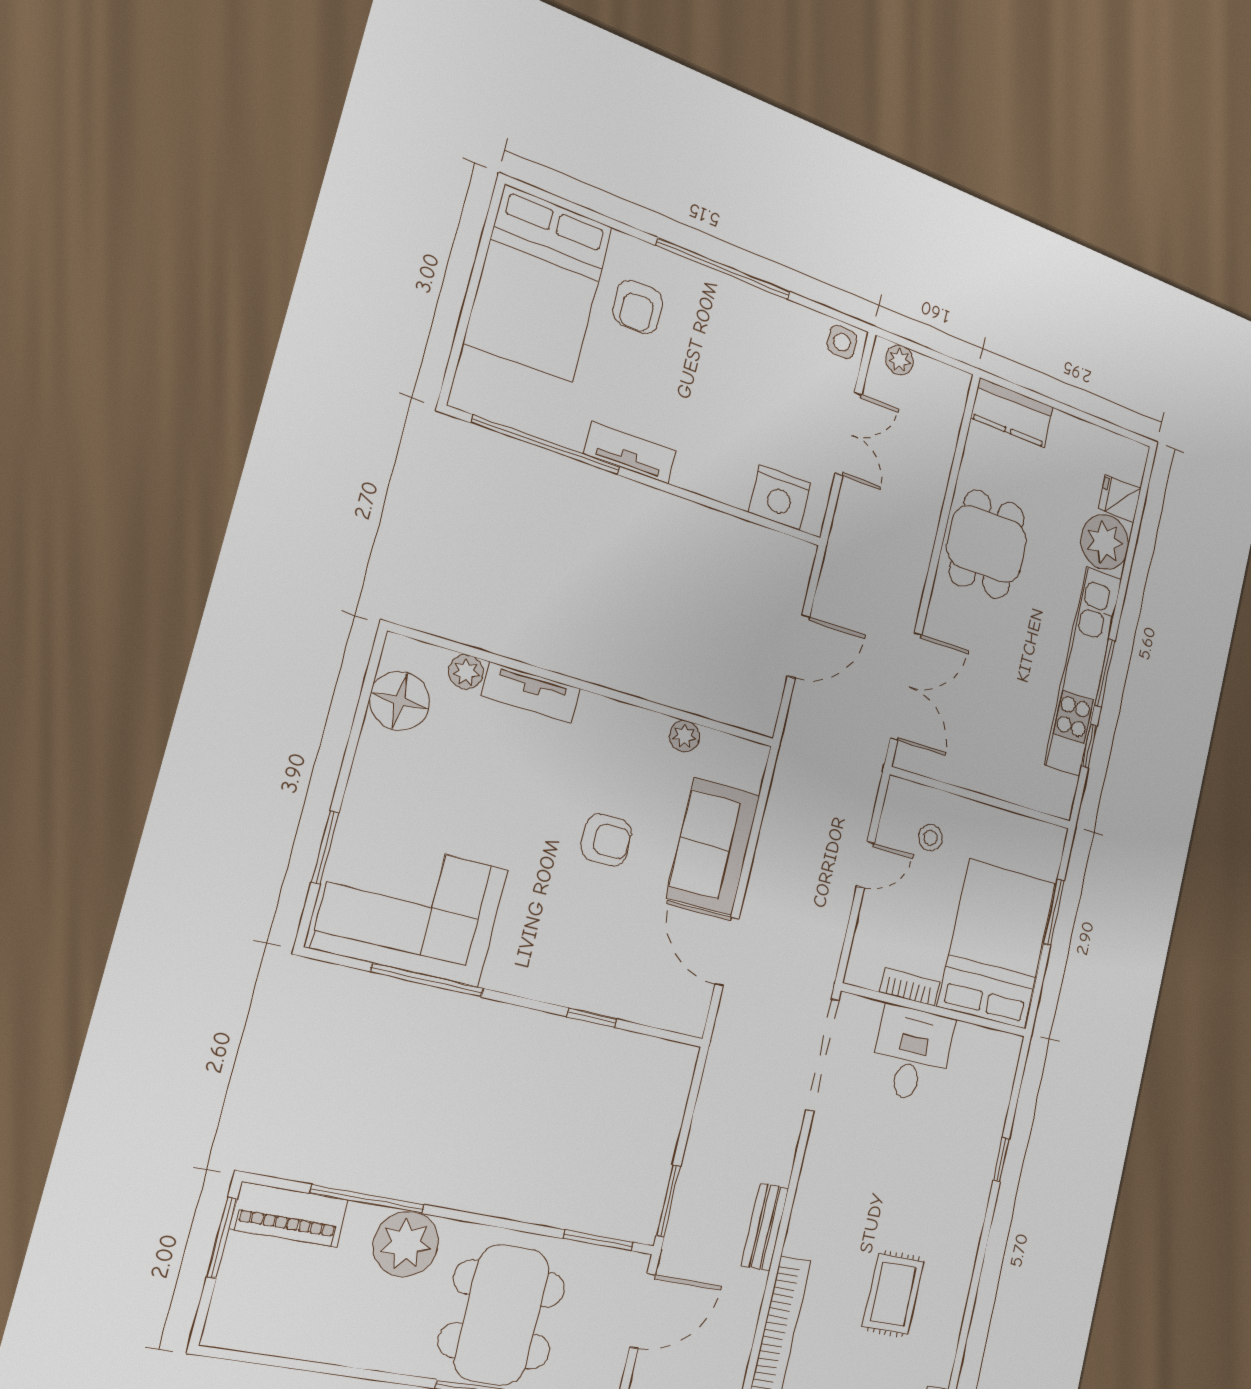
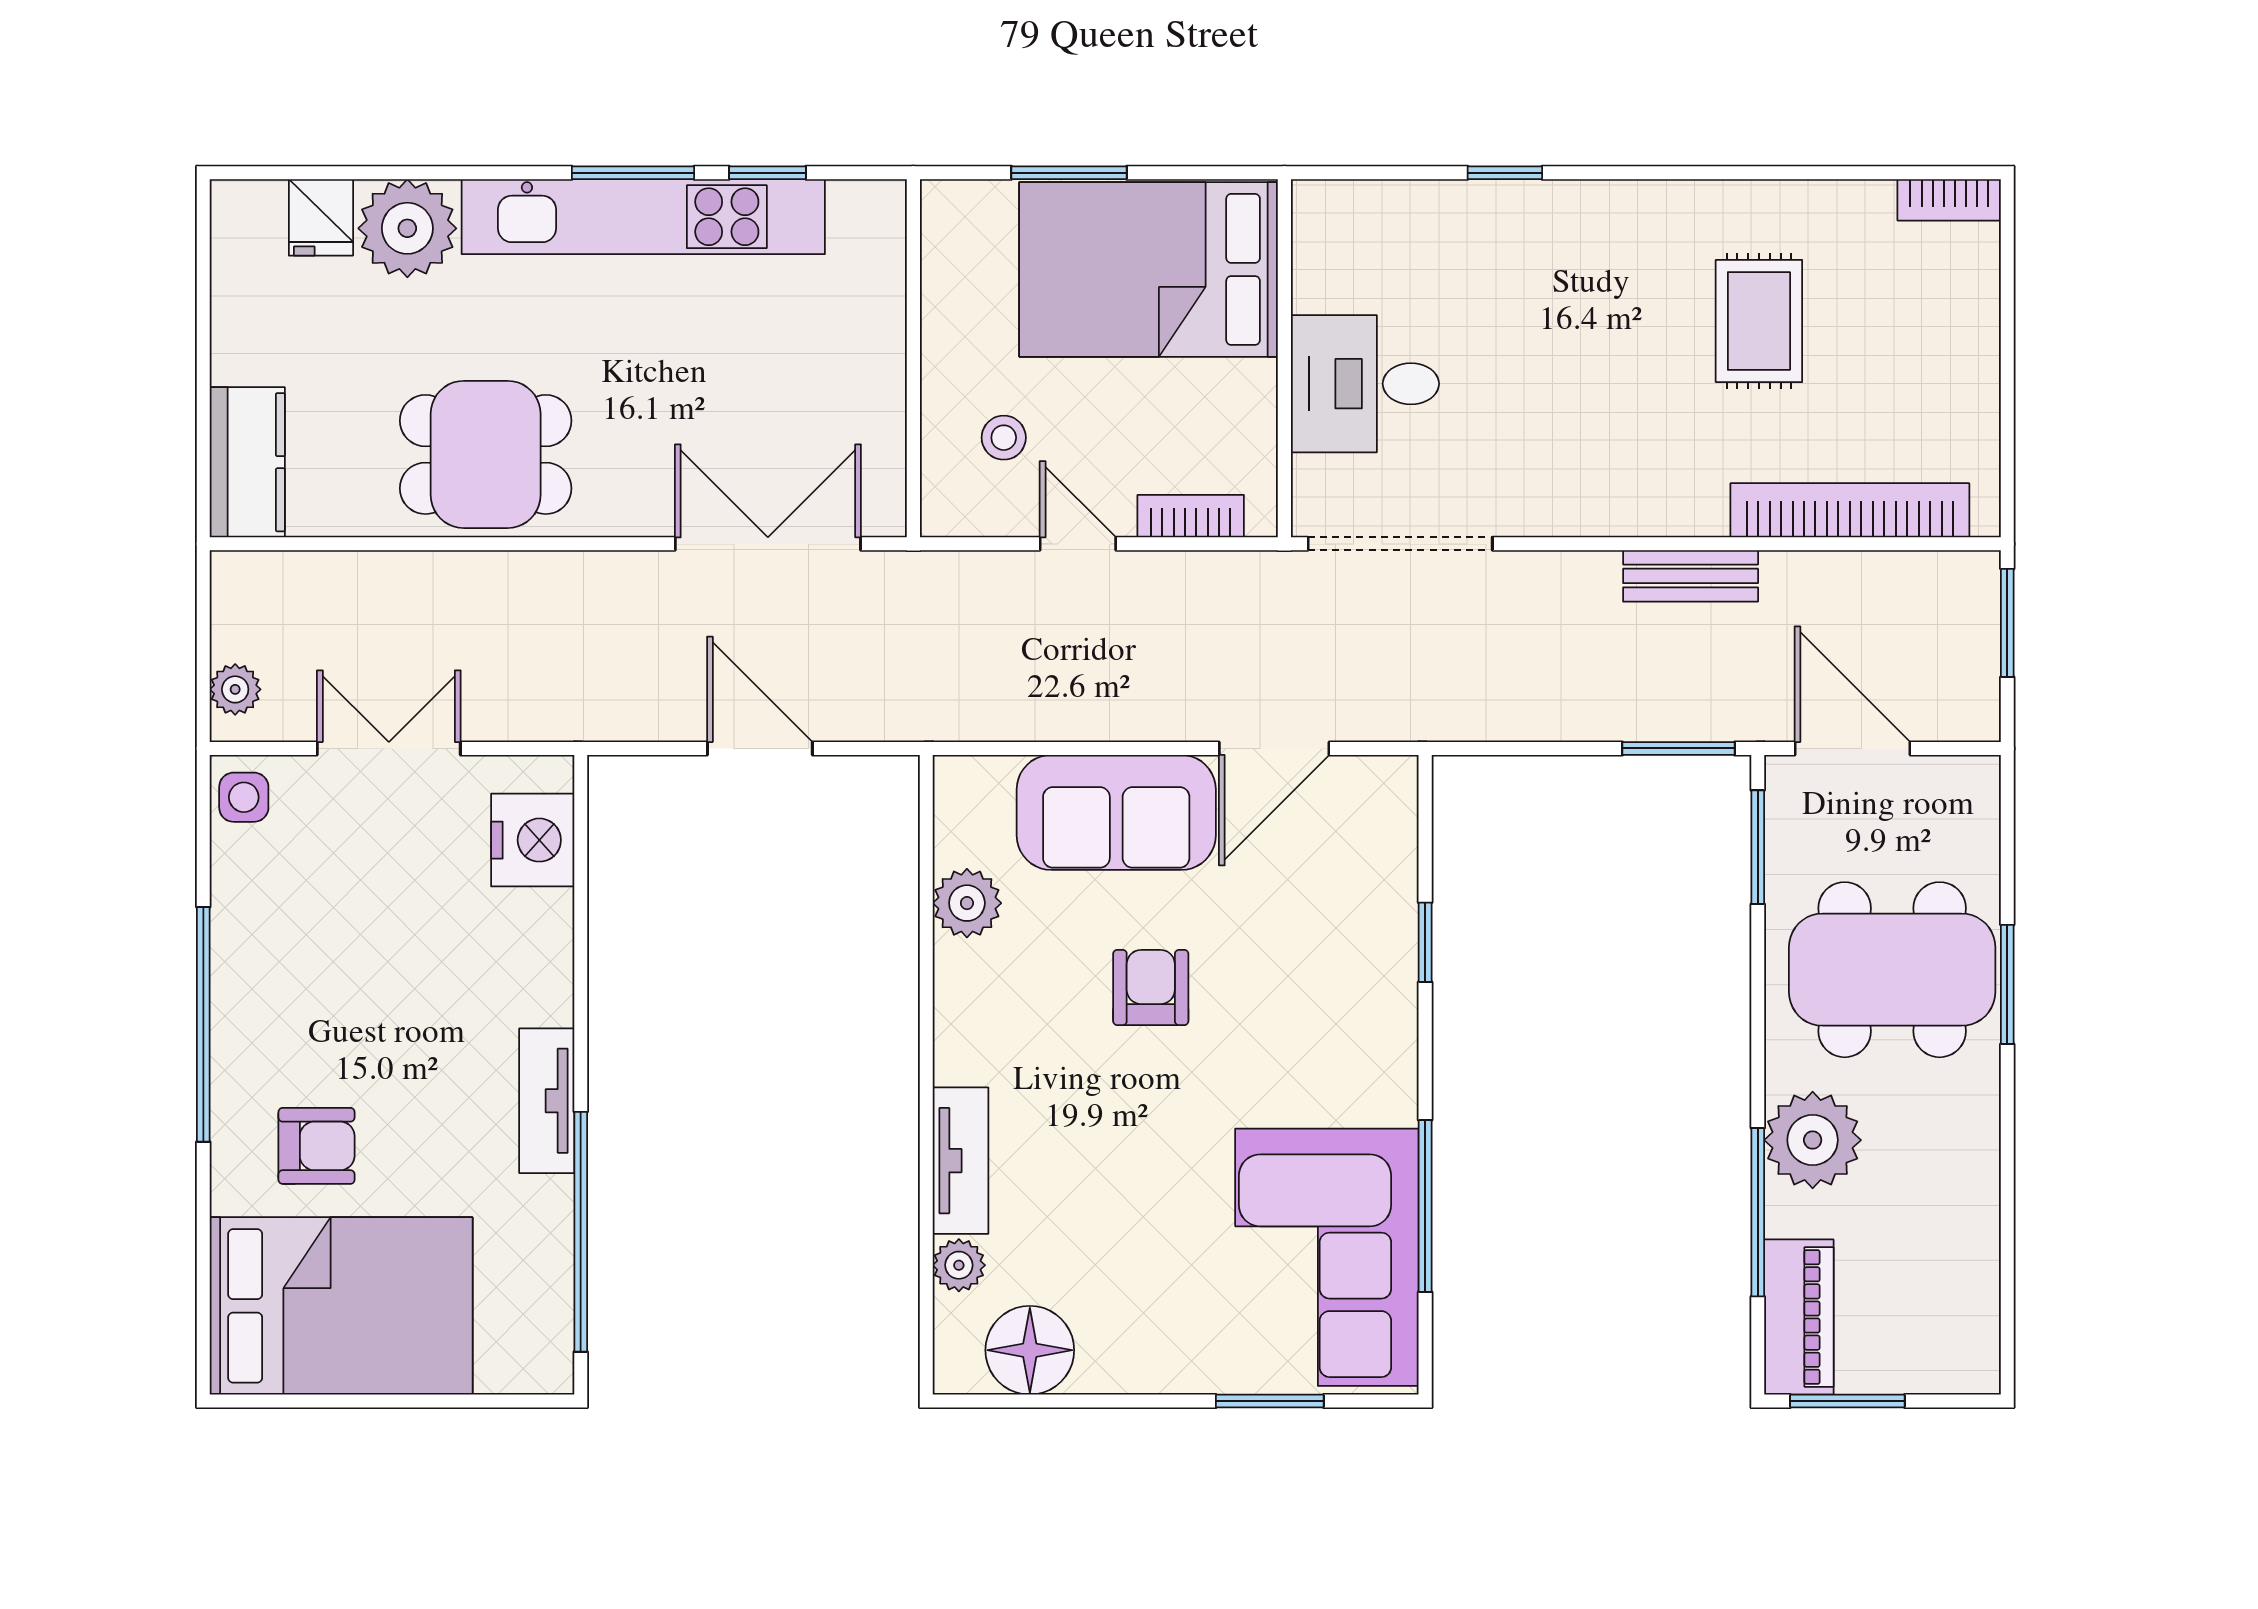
plant: (684, 736) -> (967, 903), width x1.38, depth x1.38
bookcase: (910, 987) -> (1191, 516), moved, turned 90
rug: (893, 1294) -> (1759, 321), turned 90

